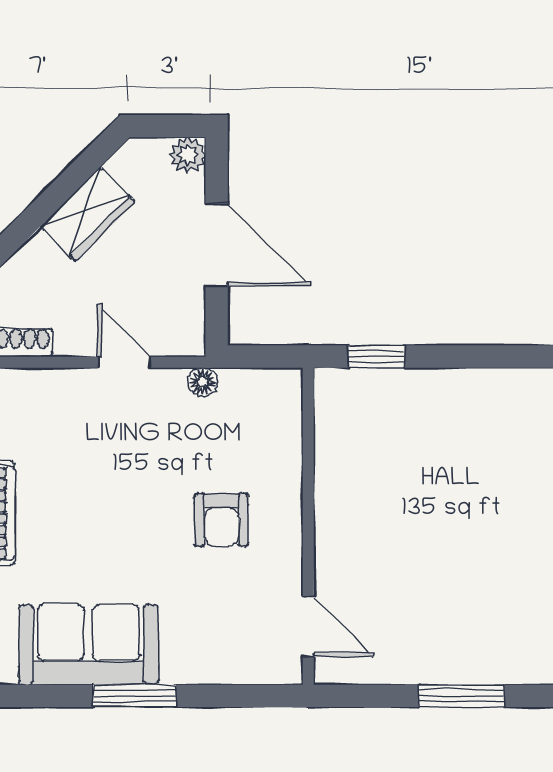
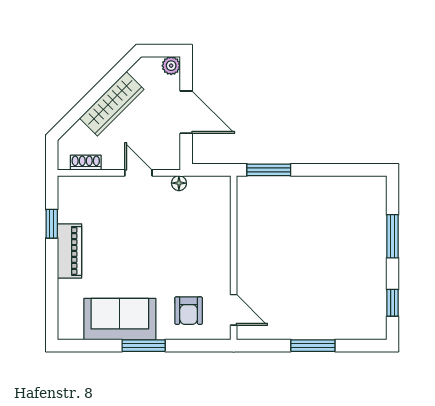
wardrobe: (88, 214) -> (112, 104), width x1.50
window: (376, 356) -> (269, 170), width x1.50
armchair: (221, 520) -> (189, 311), moved

